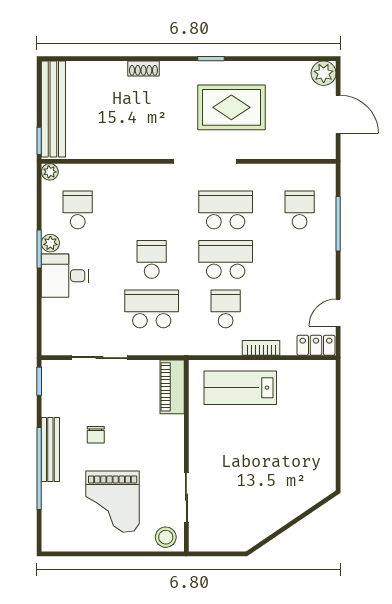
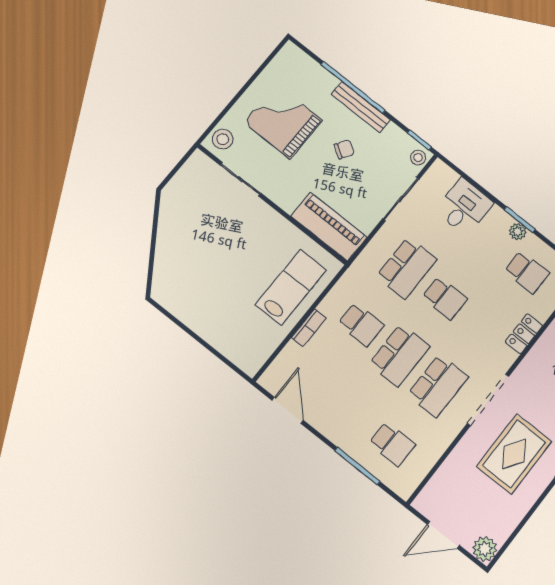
desk: (65, 276) -> (464, 207), moved
door: (338, 313) -> (288, 410), width x1.38
locker: (316, 345) -> (524, 334), moved, turned 180
stool: (55, 371) -> (418, 158), added
piano: (172, 387) -> (329, 227), width x1.37, depth x1.33
chair: (96, 435) -> (344, 149), turned 122

